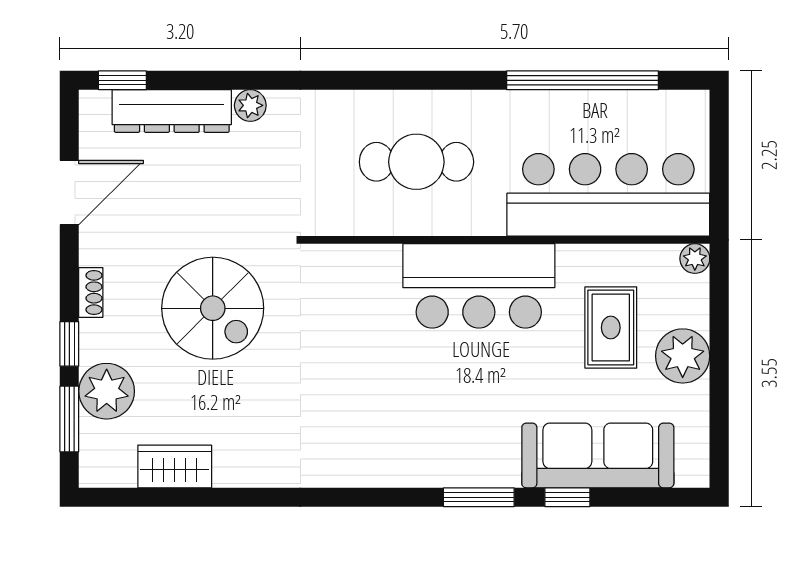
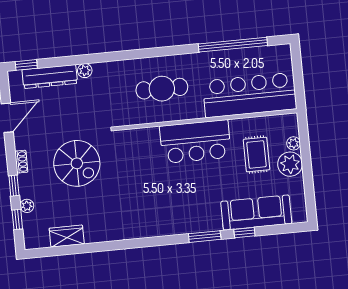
plant: (695, 259) -> (294, 143), moved
plant: (107, 391) -> (27, 206), width x0.53, depth x0.53
window: (69, 419) -> (17, 219), width x0.67

